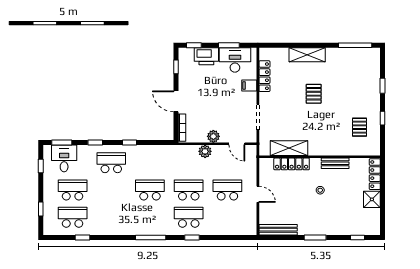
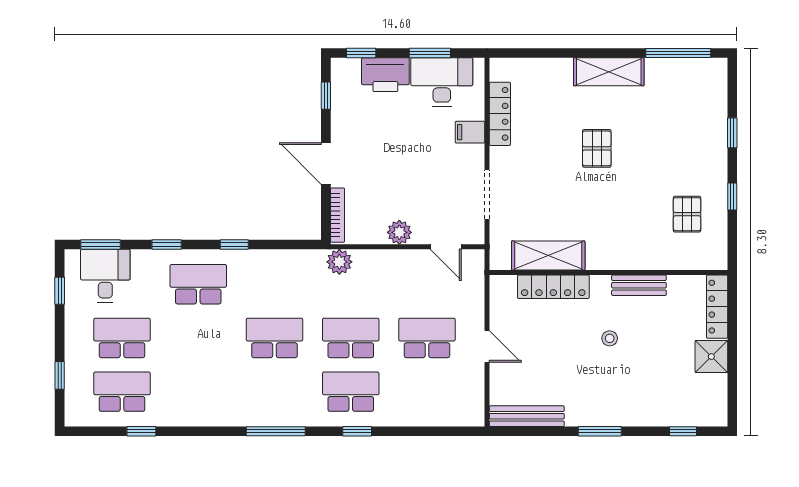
shelving: (307, 55) -> (609, 72), moved
plant: (205, 151) -> (339, 262), moved

